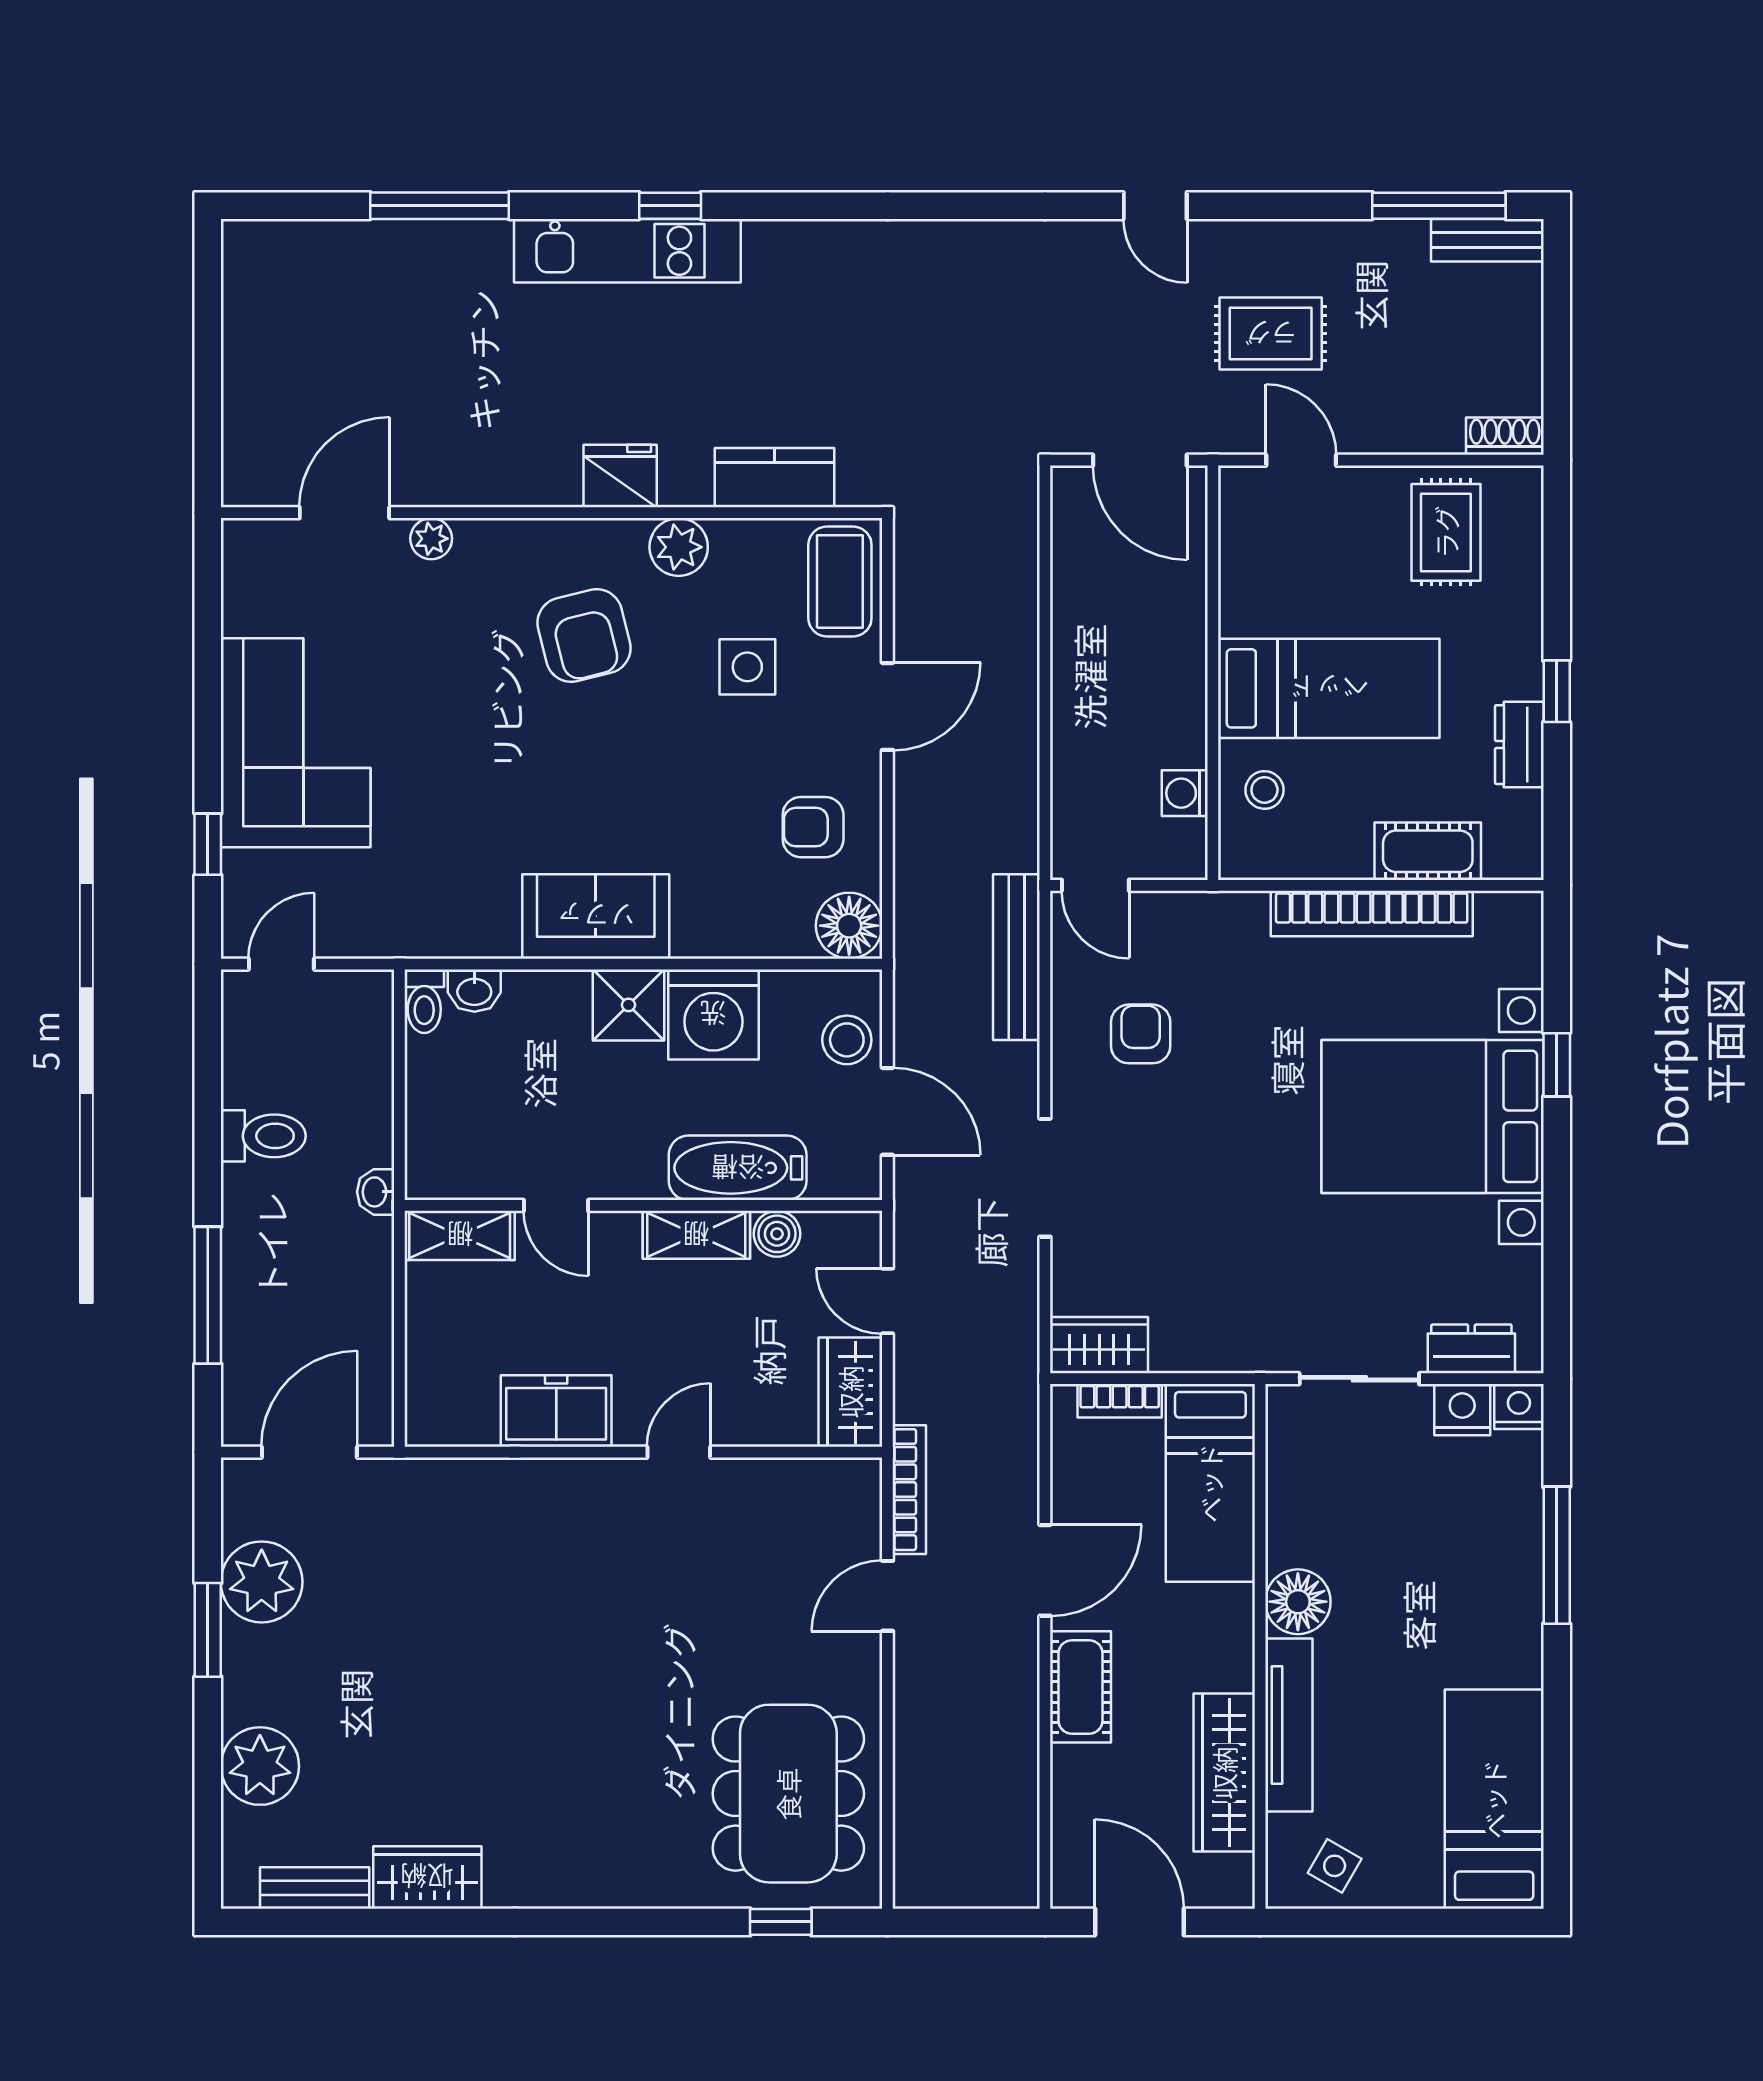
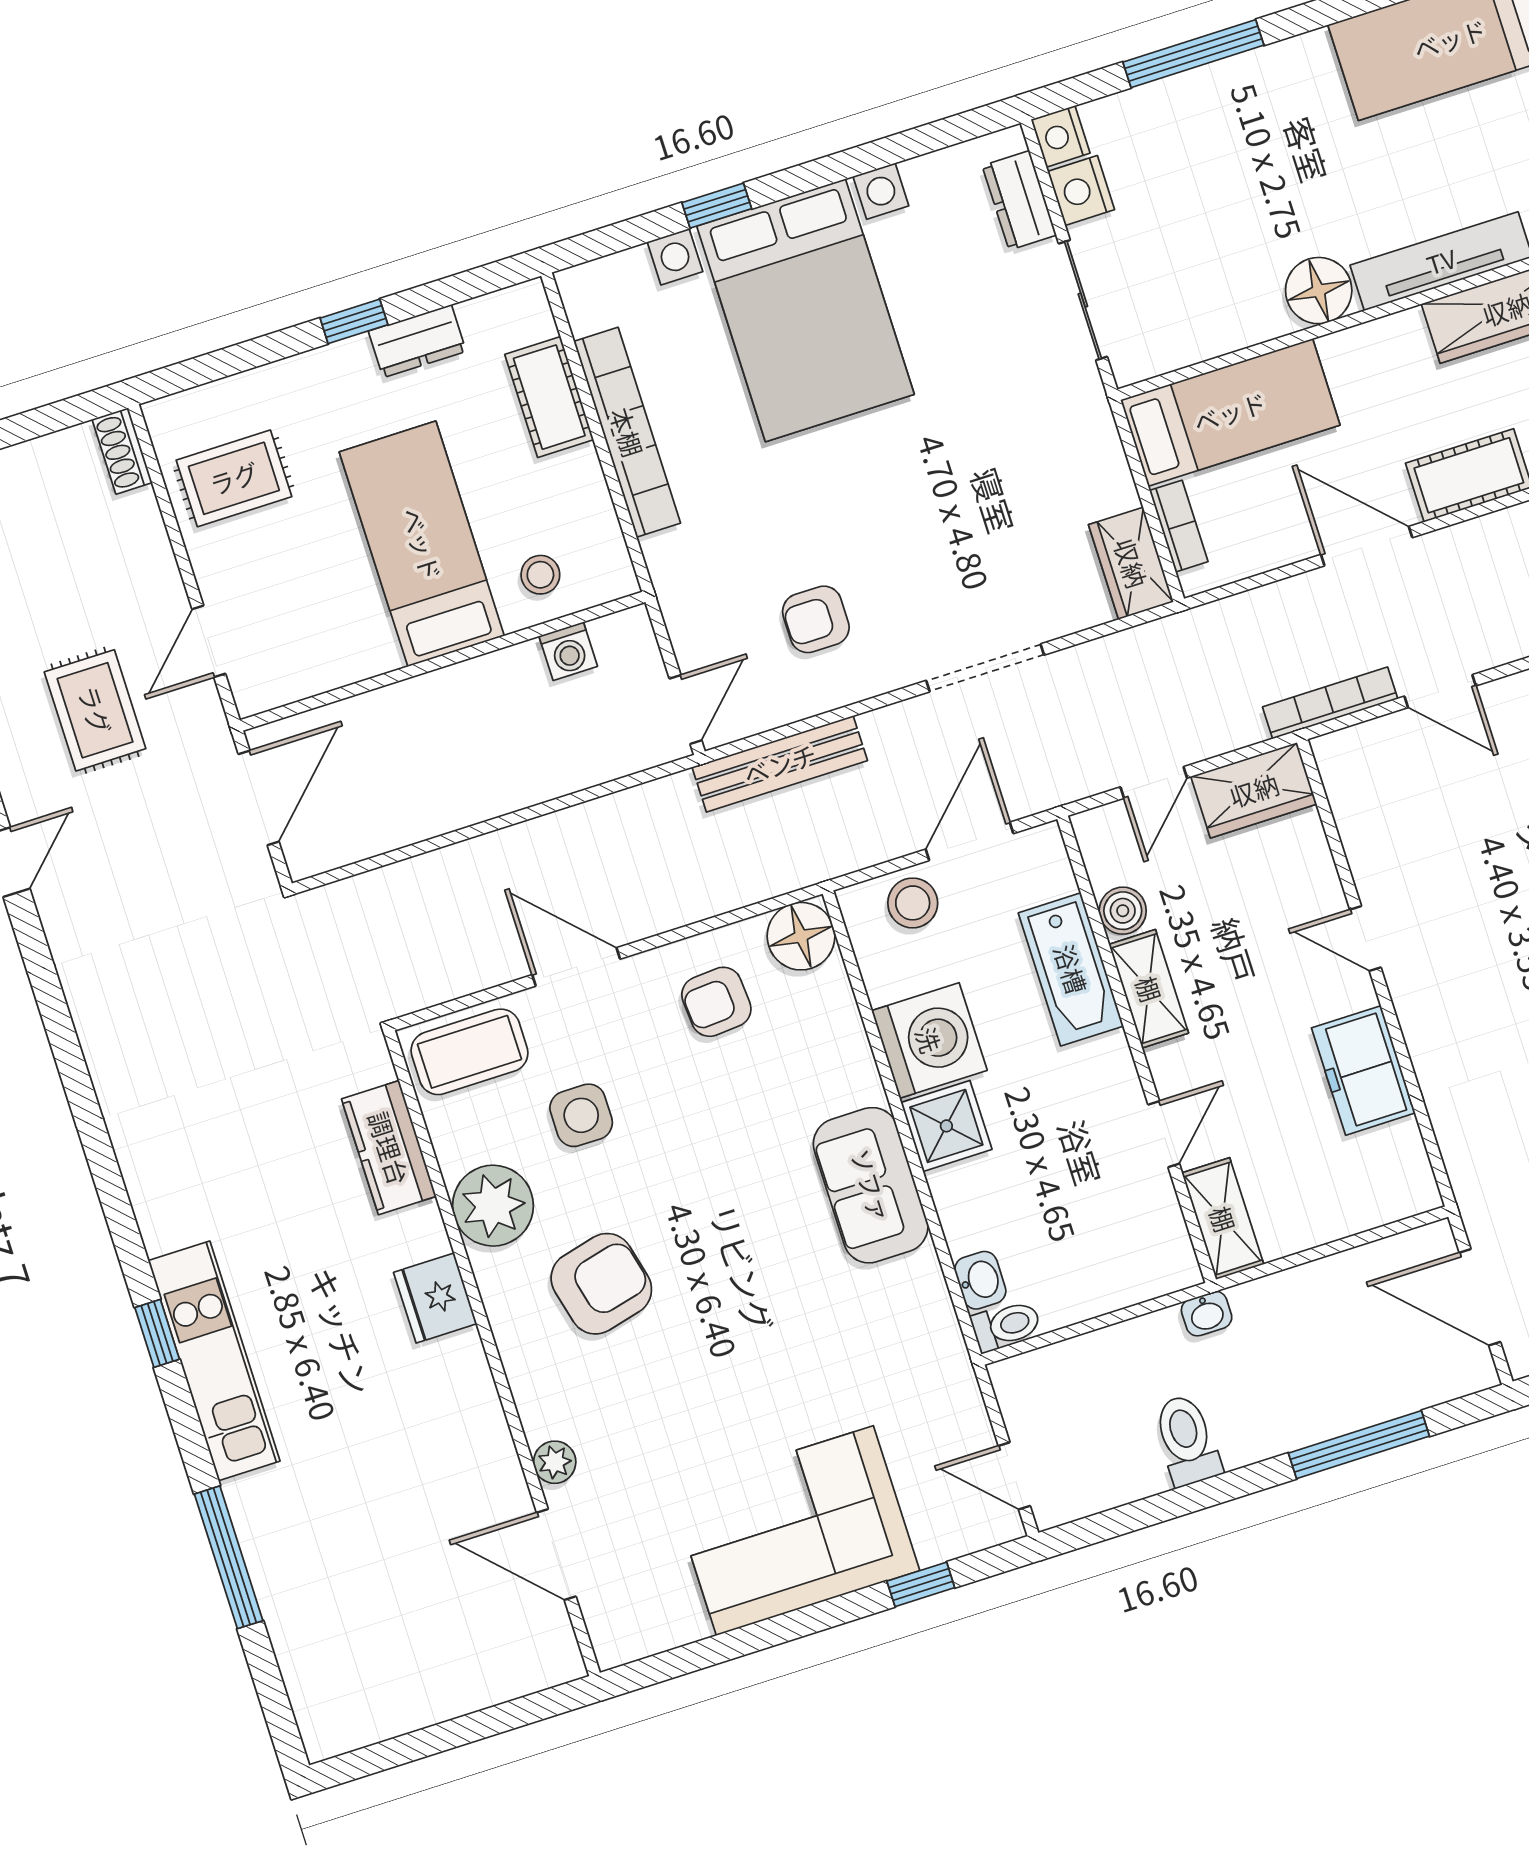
plant: (679, 547) -> (493, 1206), width x1.36, depth x1.36
armchair: (813, 827) -> (716, 1002), turned 86

